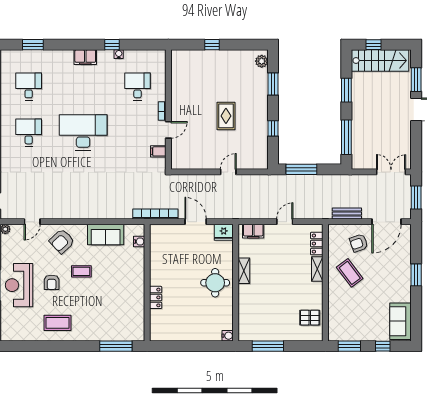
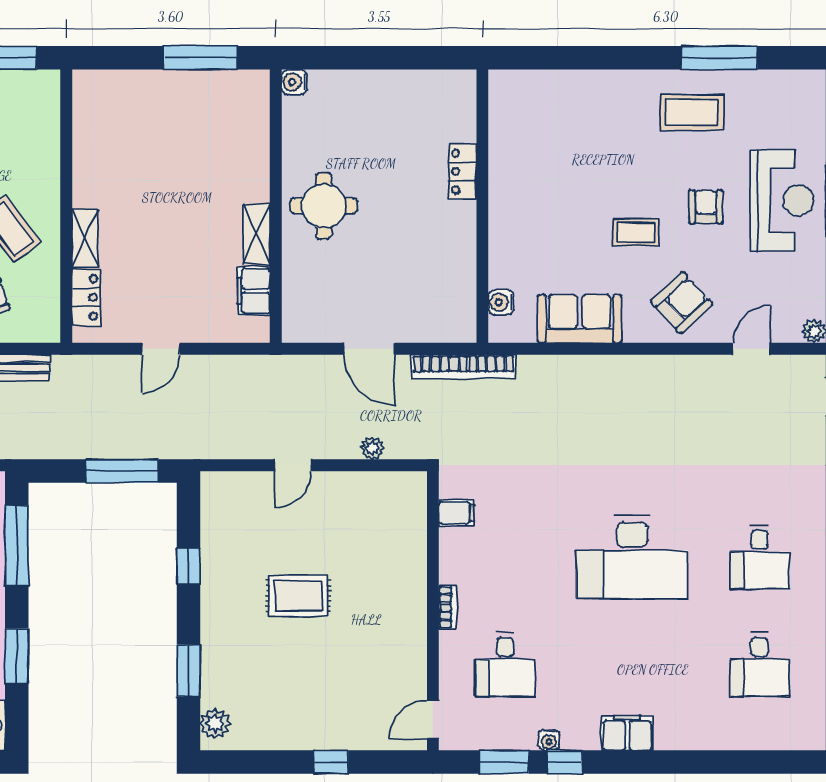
window: (33, 45) -> (504, 762), moved
rug: (226, 116) -> (298, 596), turned 90
door: (168, 130) -> (433, 719), moved
plant: (194, 179) -> (372, 448), added
filing cabinet: (253, 231) -> (254, 291), moved, turned -90
fridge: (224, 232) -> (304, 324), removed
pallet: (310, 318) -> (103, 125), removed
window: (116, 346) -> (719, 58), moved

